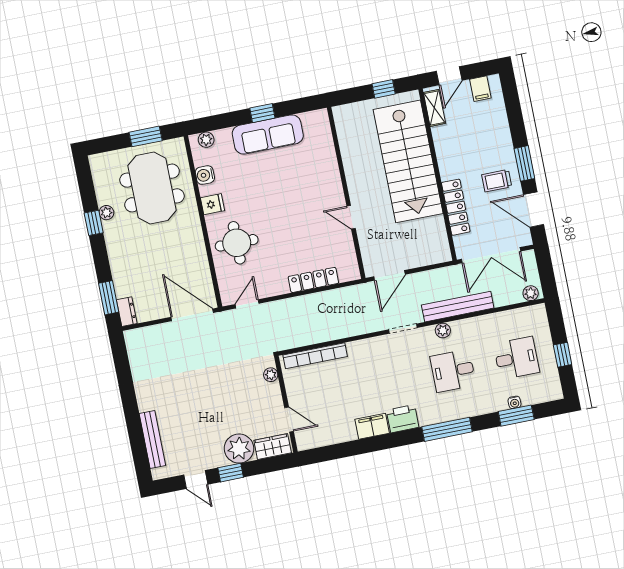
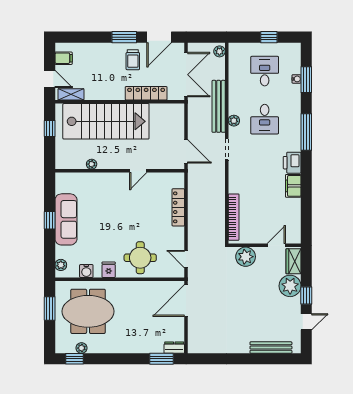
plant: (348, 154) -> (92, 164), added
plant: (106, 213) -> (82, 348), moved
window: (94, 223) -> (74, 359), moved
plant: (271, 375) -> (246, 257), width x1.88, depth x1.88

